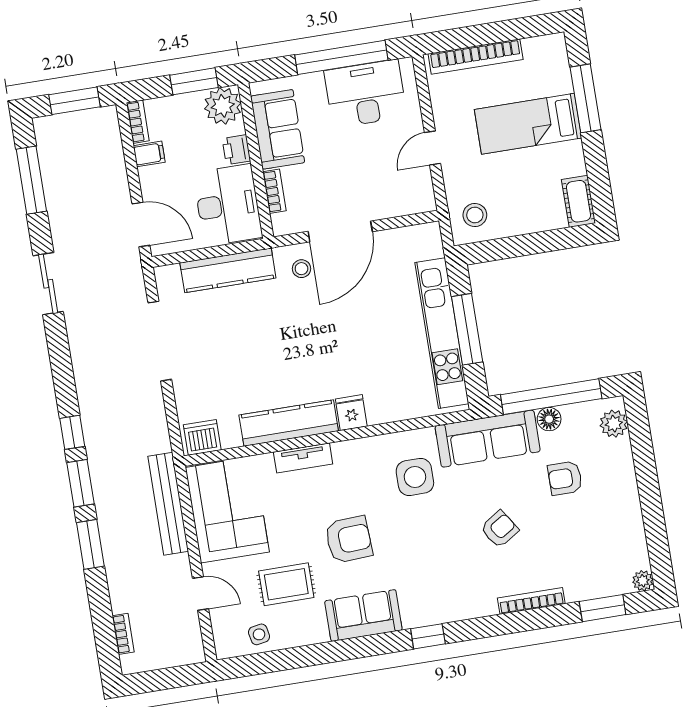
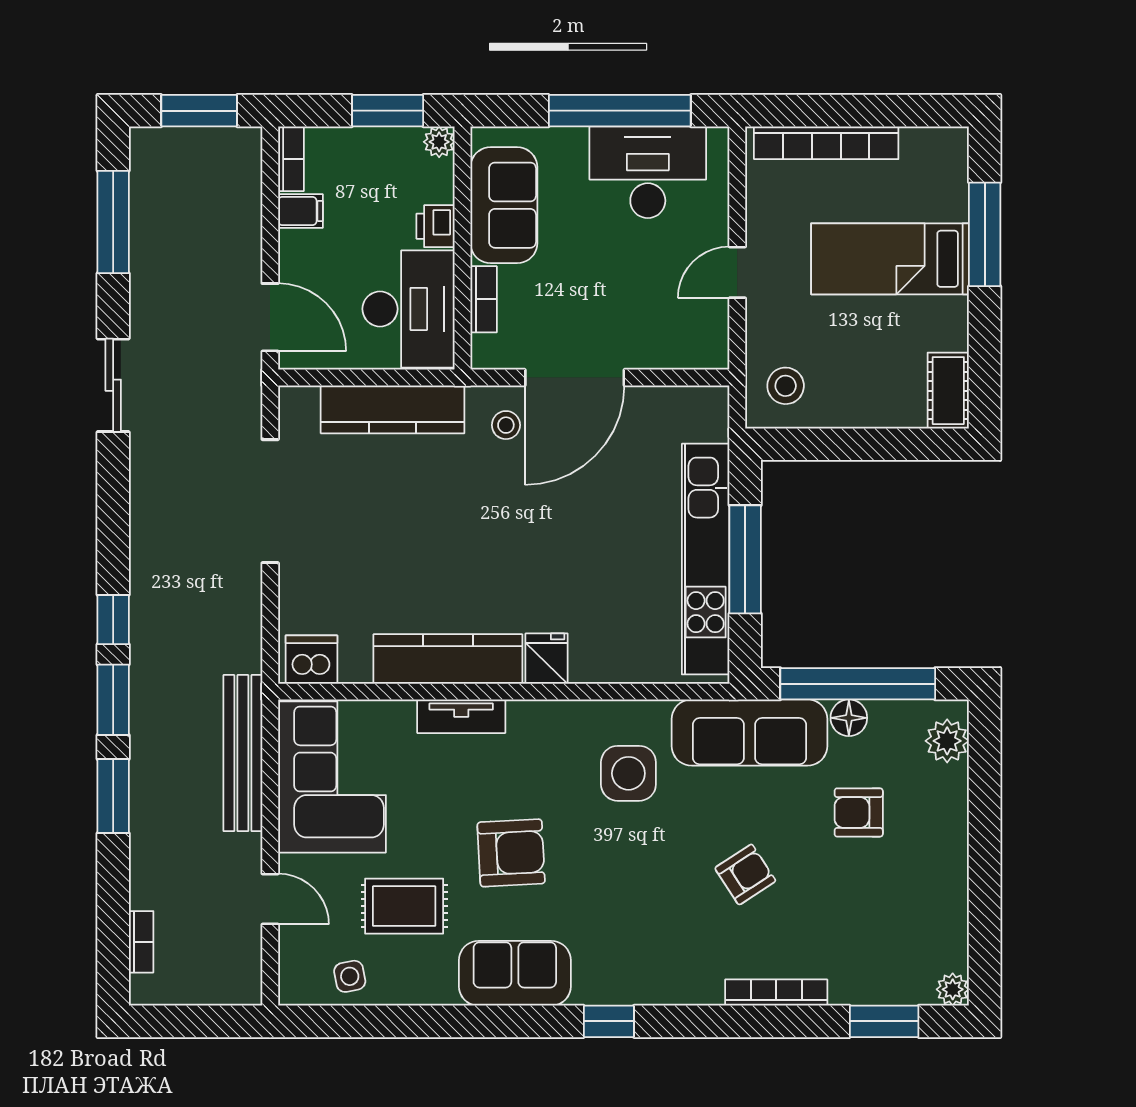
plant: (223, 106) -> (439, 142), width x0.53, depth x0.53

